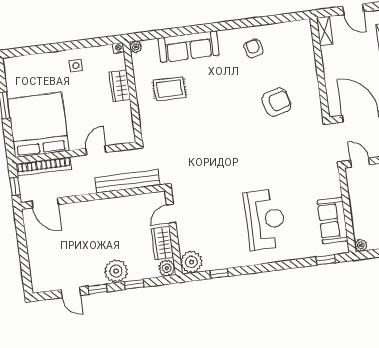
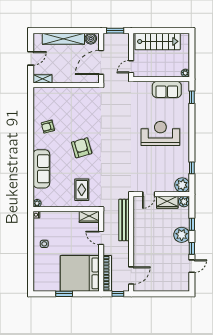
wardrobe: (120, 86) -> (89, 217), moved
rug: (169, 89) -> (82, 190), moved
armchair: (276, 102) -> (82, 148), moved
door: (171, 214) -> (149, 194), hinge flipped

